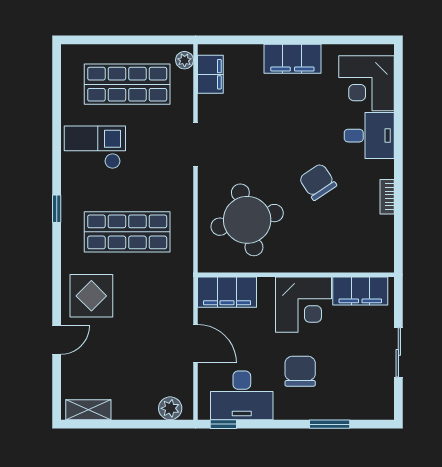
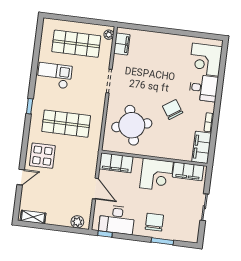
filing cabinet: (292, 59) -> (202, 147), moved, turned 90
chair: (300, 371) -> (154, 222), moved

